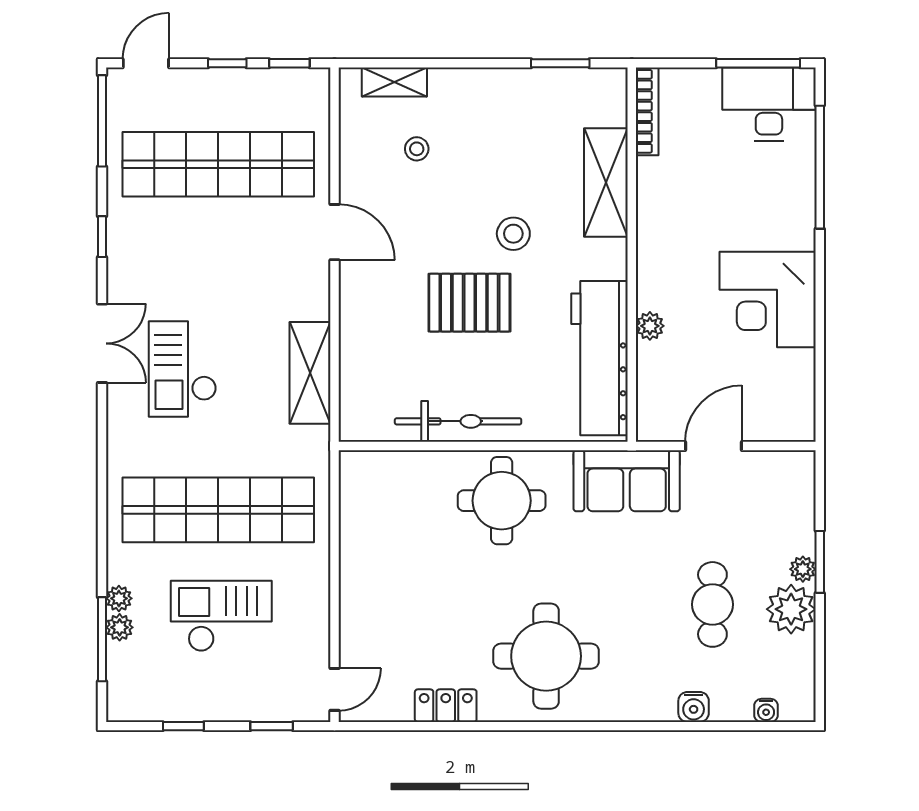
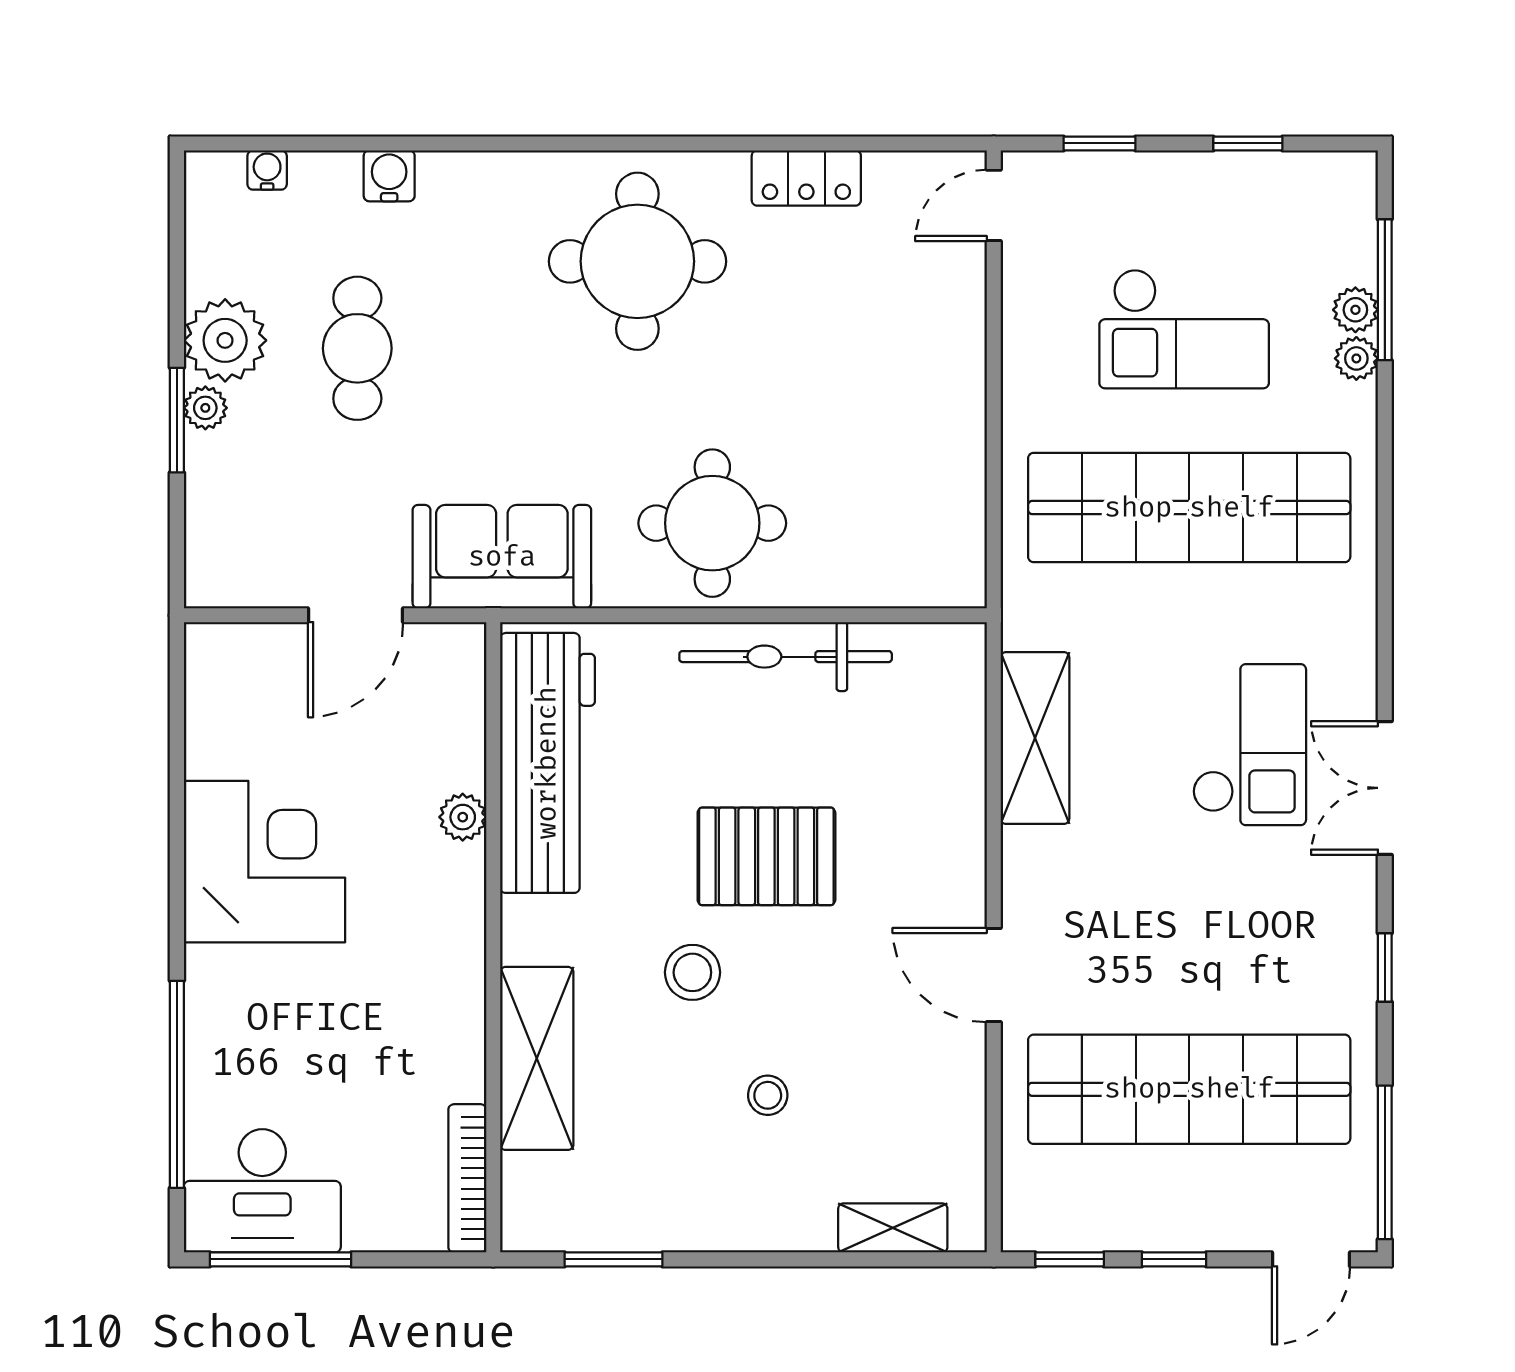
stool: (417, 149) -> (768, 1095), moved

